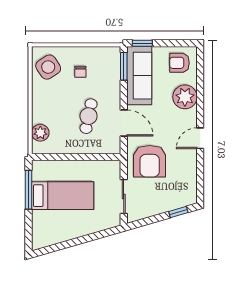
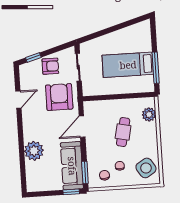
chair: (100, 61) -> (105, 175), added
armchair: (179, 63) -> (50, 66), moved
cafe table: (89, 116) -> (123, 132), moved
door: (124, 123) -> (82, 127), hinge flipped
door: (200, 138) -> (18, 100), moved

